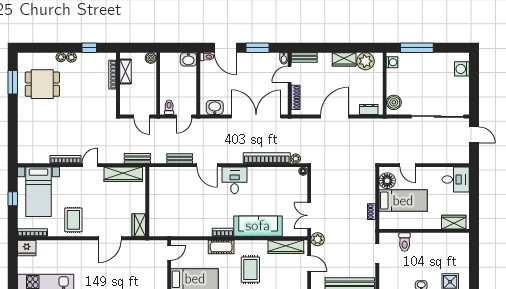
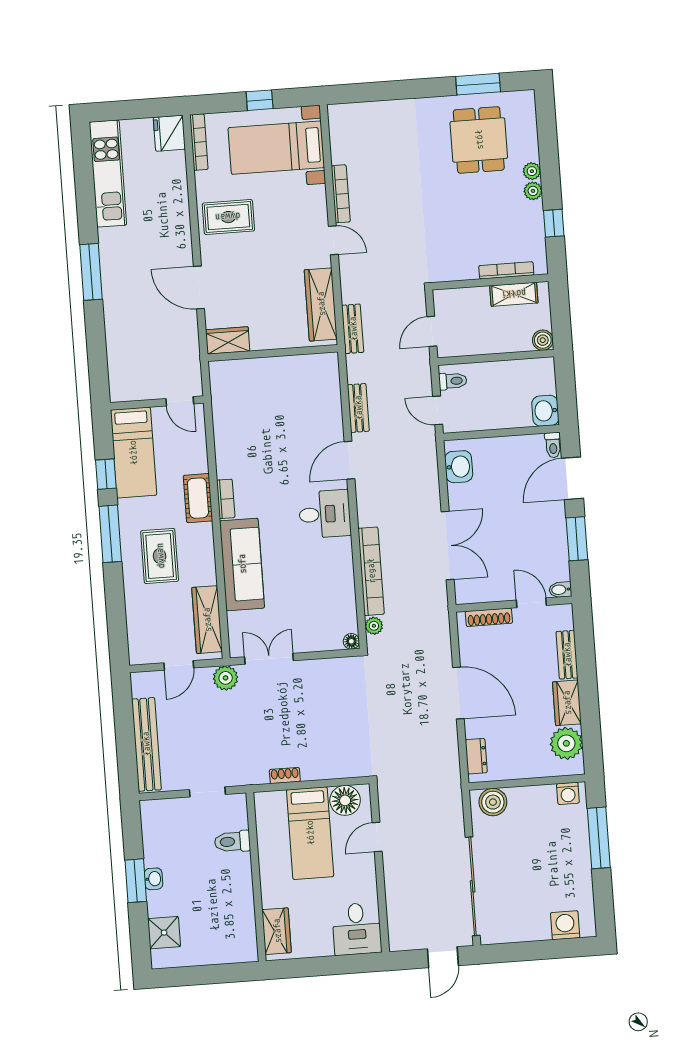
bench: (304, 57) -> (567, 655), moved
double door: (256, 116) -> (448, 546), width x0.73
rug: (250, 270) -> (160, 556), turned 90

